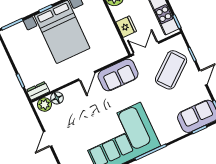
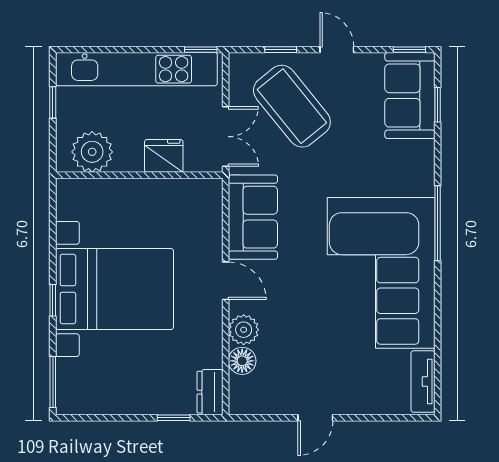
double door: (146, 48) -> (226, 137), swing flipped
plant: (44, 105) -> (244, 330), moved
door: (48, 139) -> (315, 418), hinge flipped

